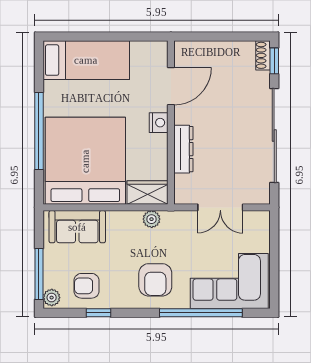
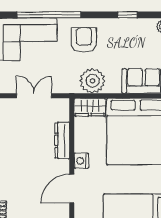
plant: (152, 219) -> (93, 81), width x1.88, depth x1.88
armchair: (87, 286) -> (137, 36), removed

